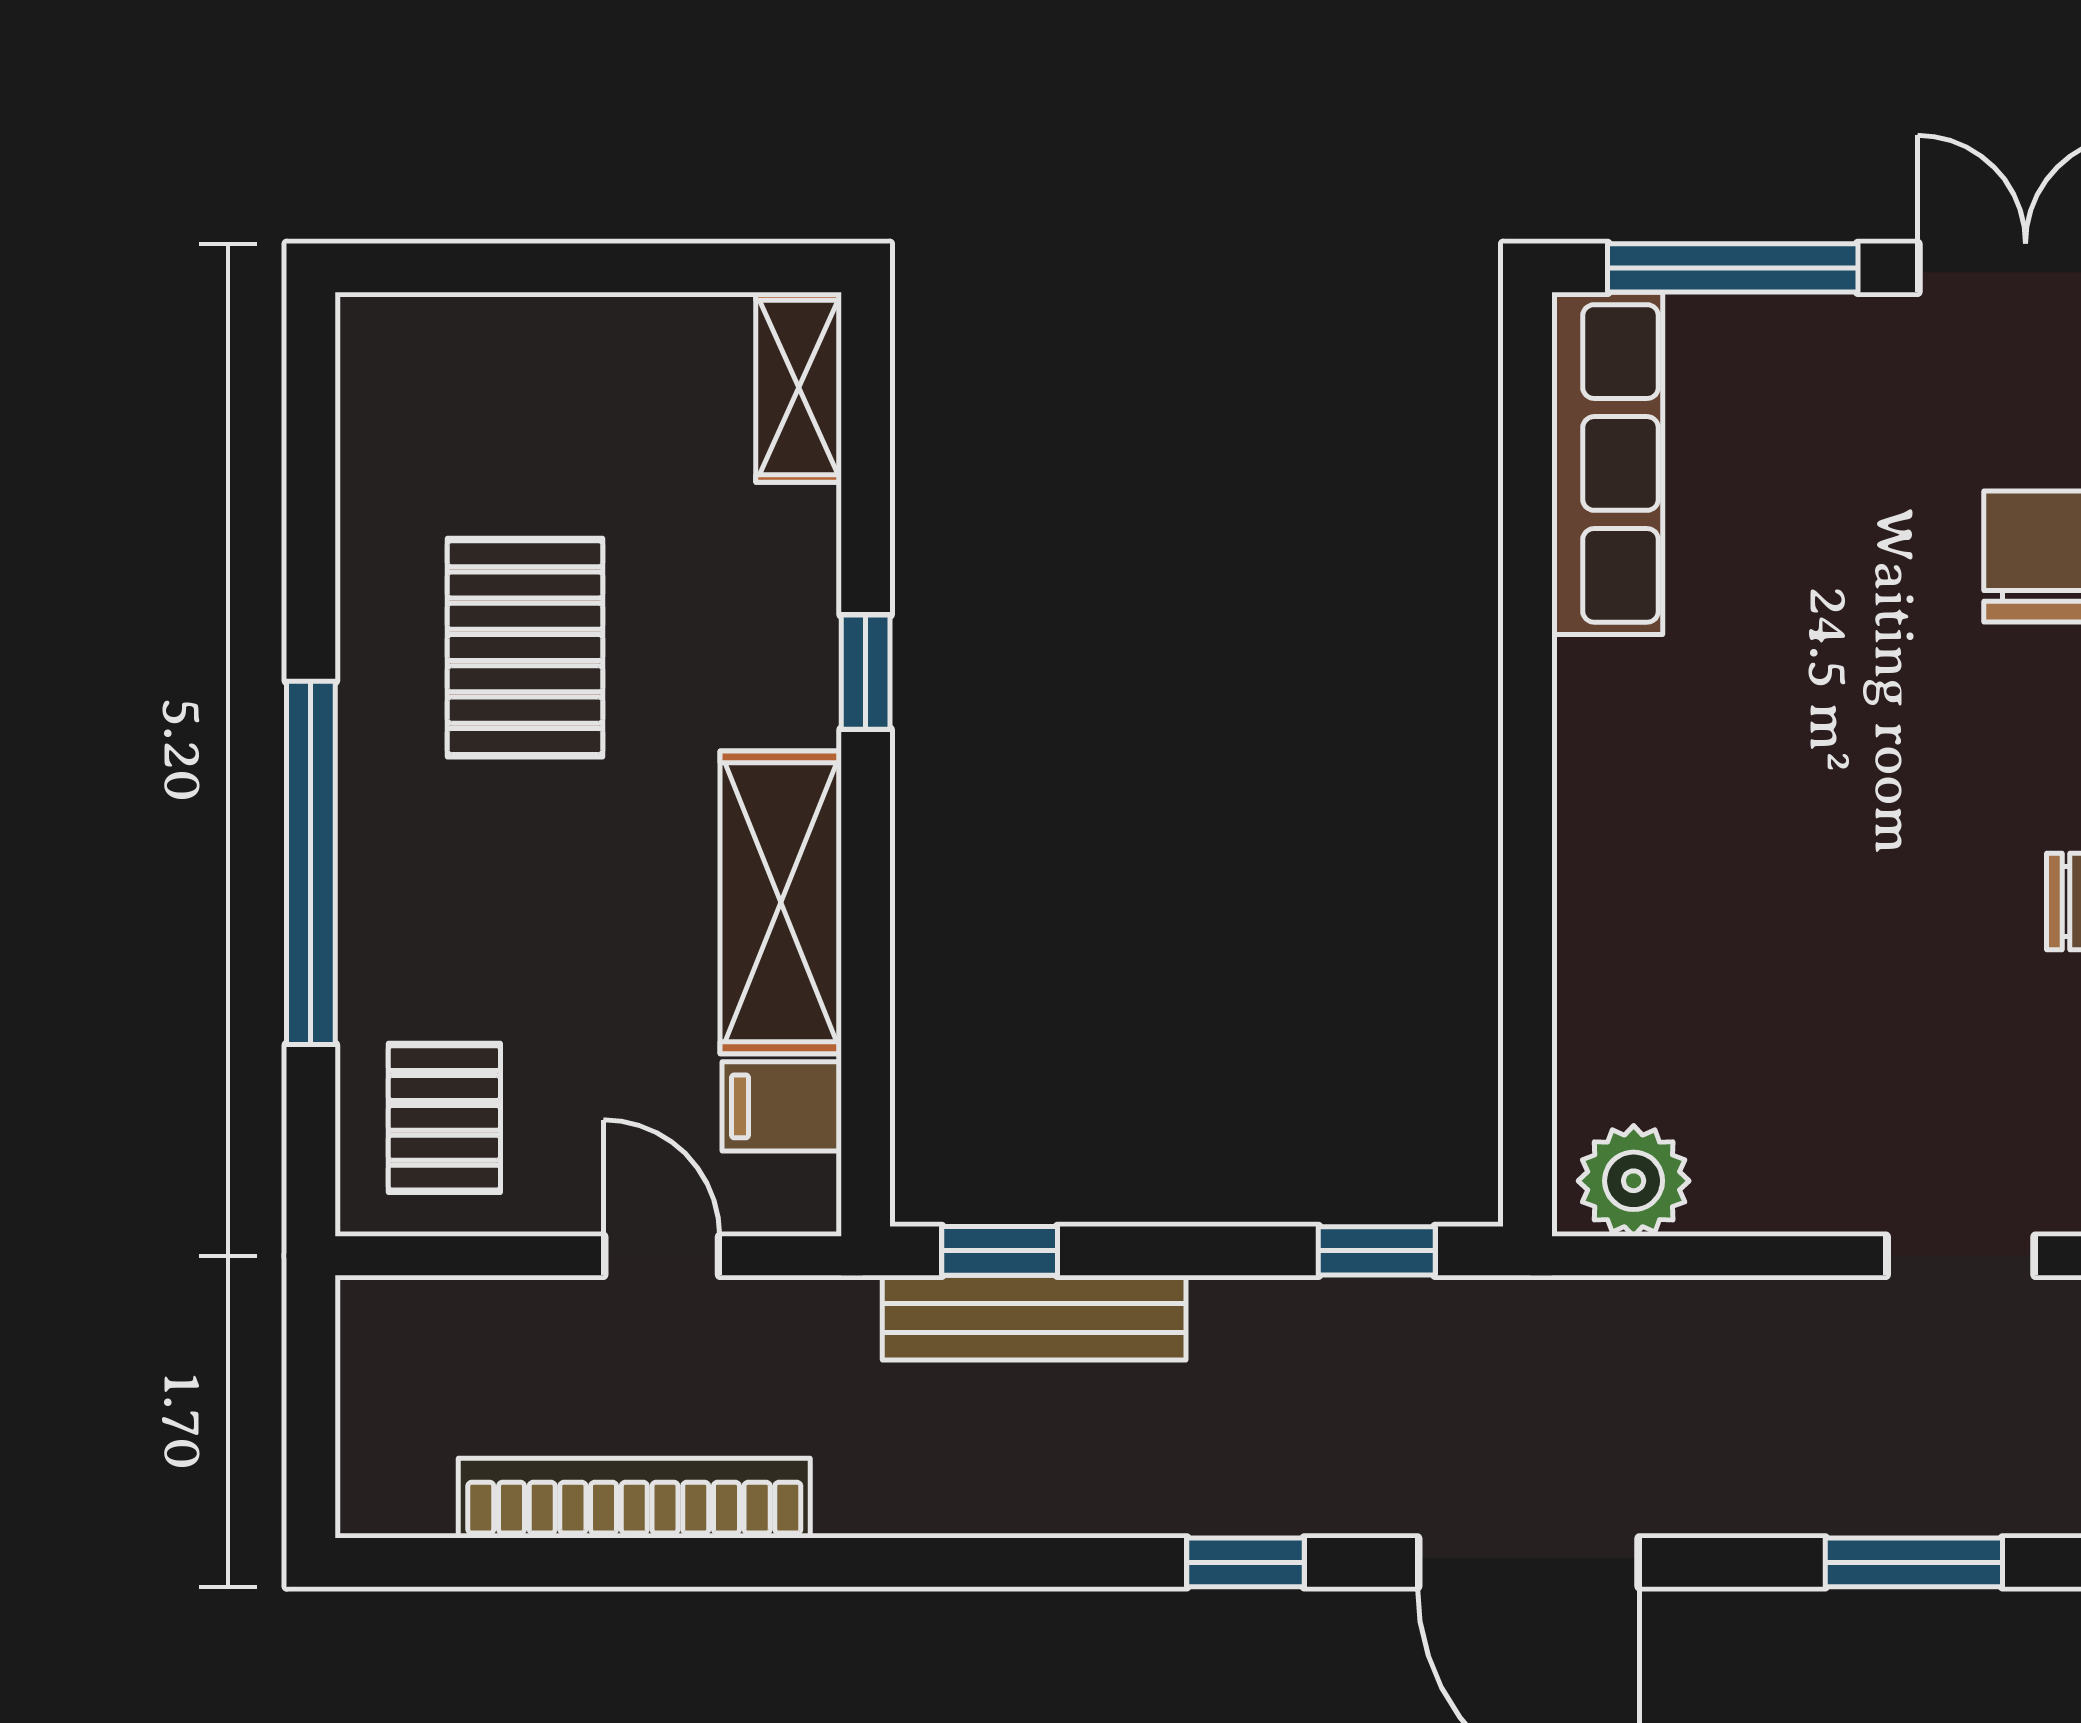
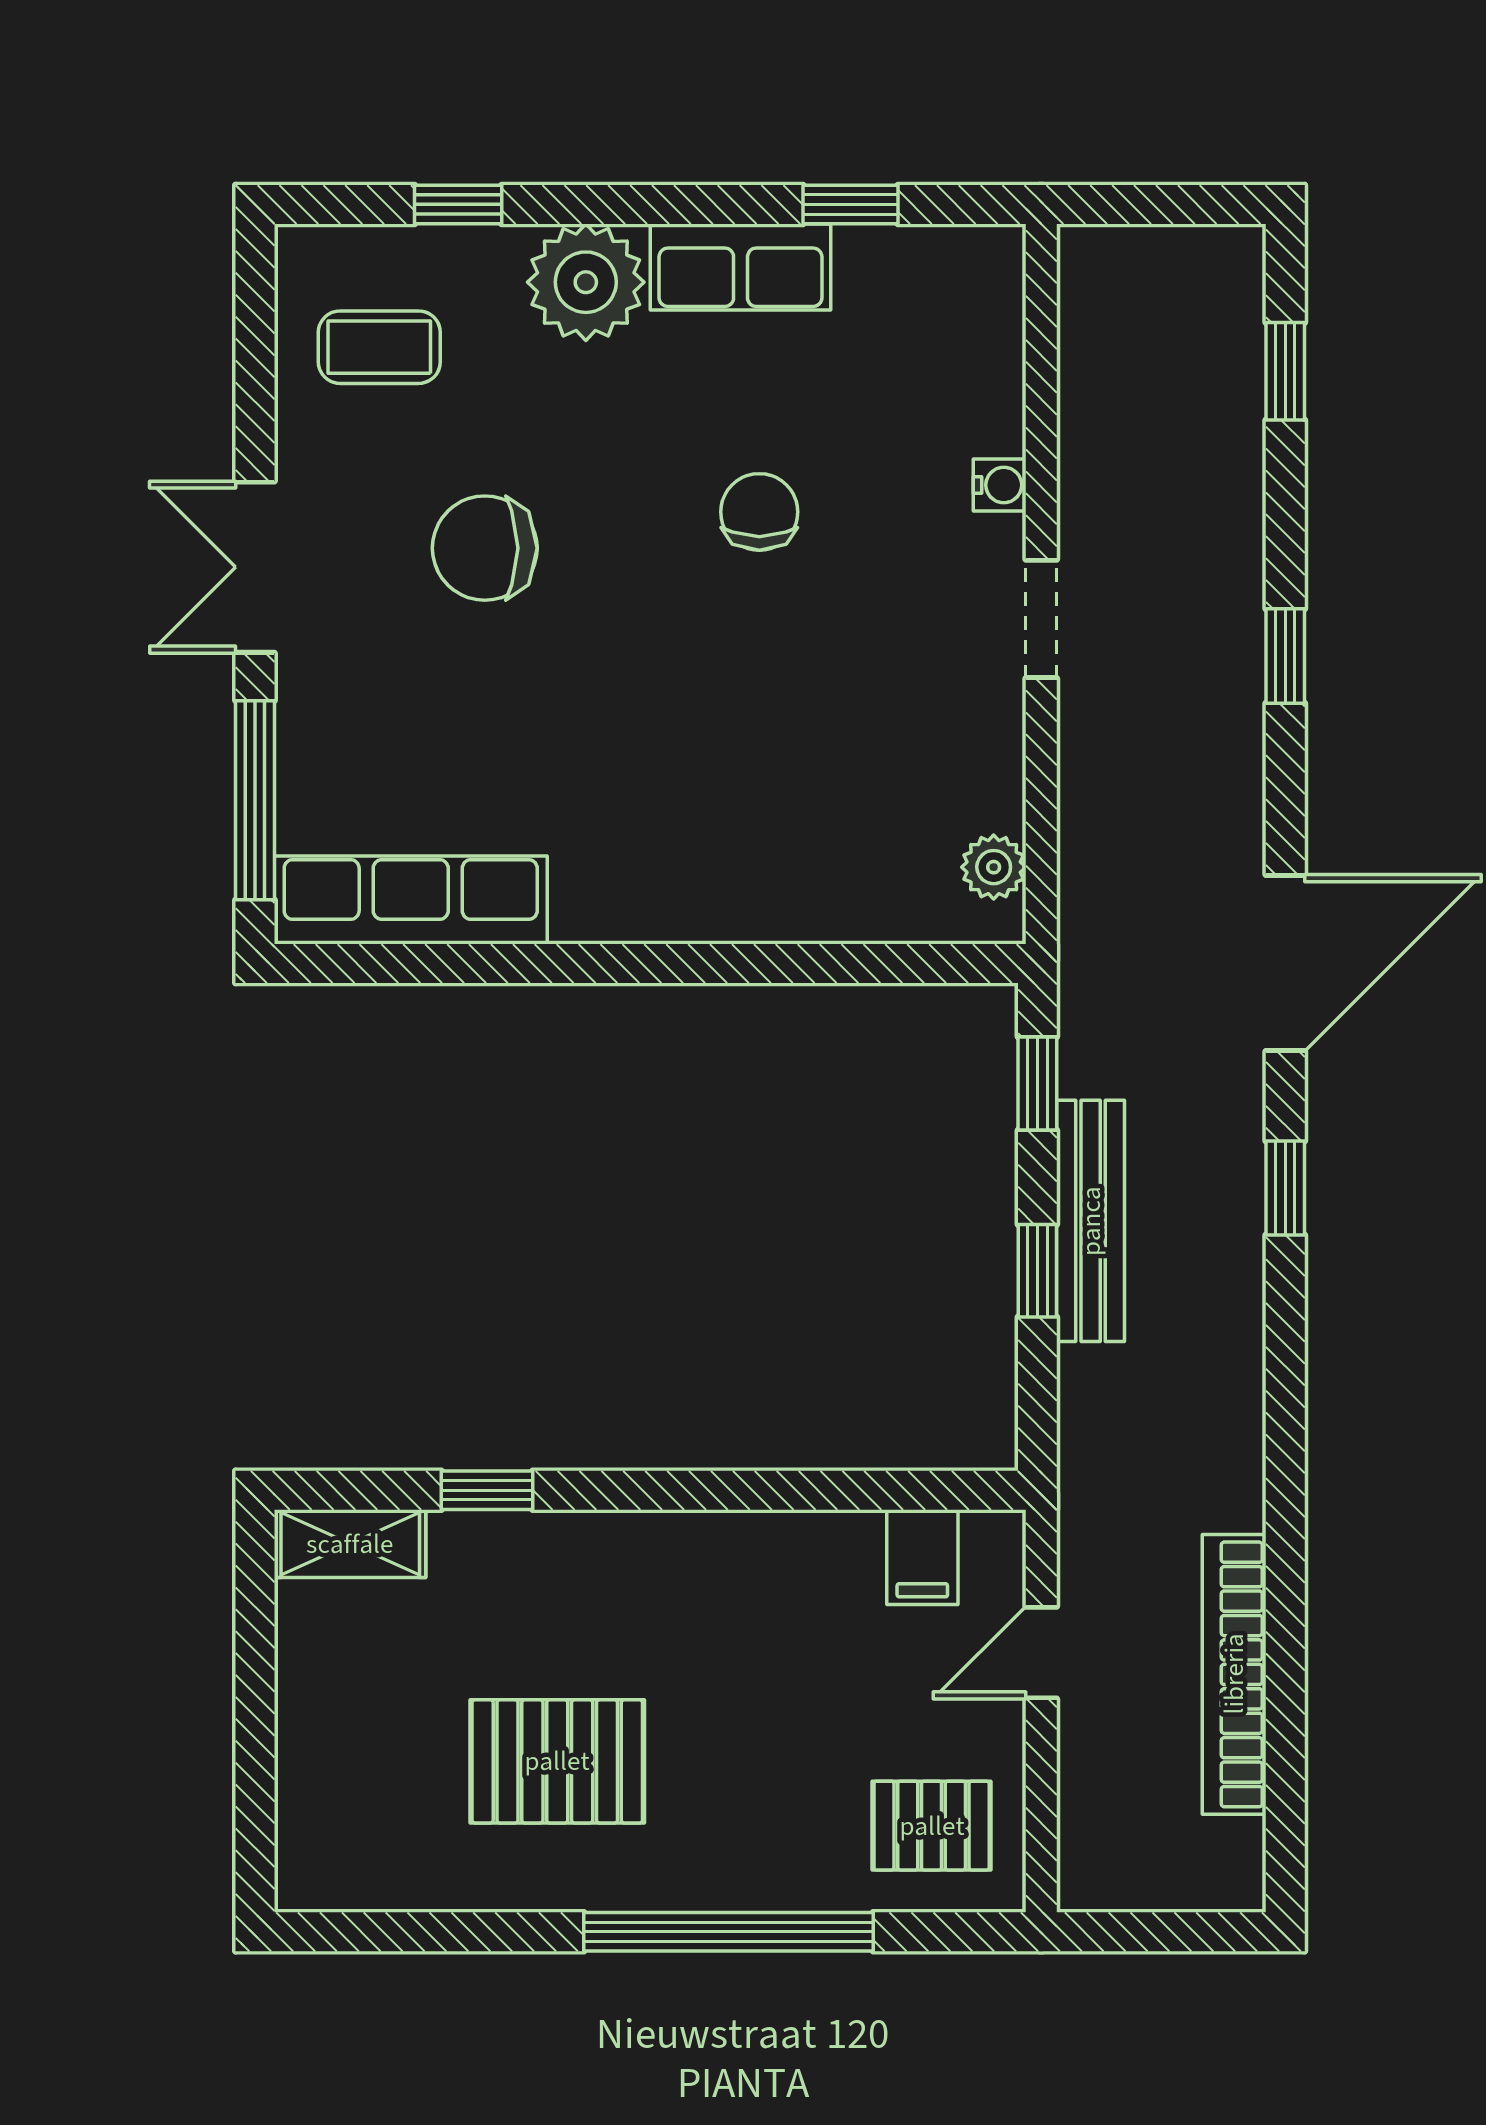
window: (866, 672) -> (487, 1490), moved
shelving: (781, 902) -> (760, 1558), removed
plant: (1634, 1181) -> (994, 867), width x0.73, depth x0.73
window: (1000, 1251) -> (1037, 1271), moved
bench: (1034, 1318) -> (1091, 1221), moved
window: (1914, 1562) -> (1285, 656), width x0.67

